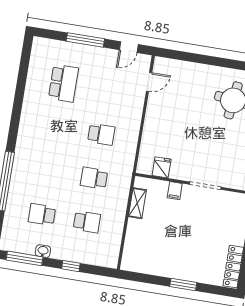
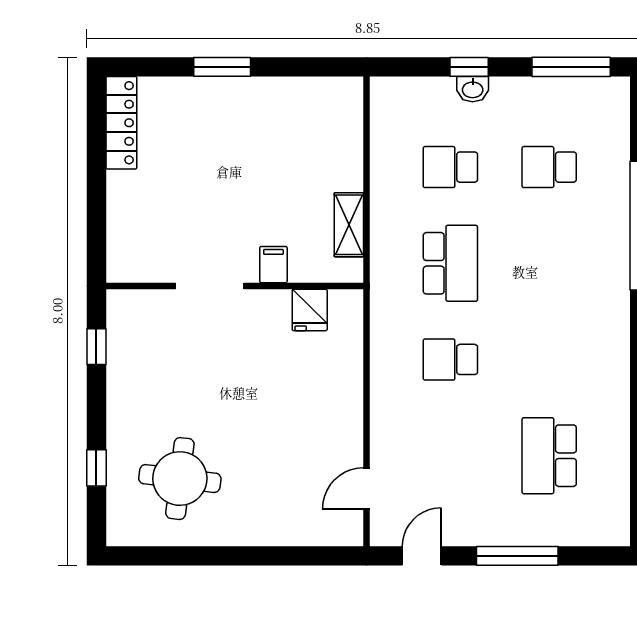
school desk: (94, 178) -> (450, 263), width x1.85
school desk: (42, 215) -> (549, 167), turned 180
washbasin: (43, 251) -> (473, 89), moved

